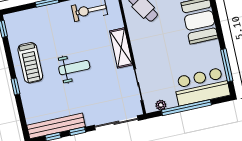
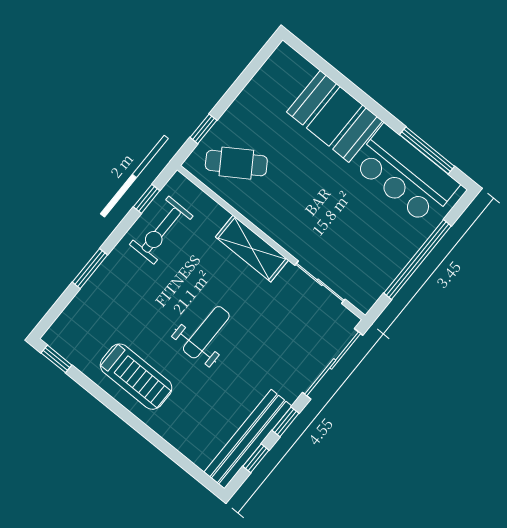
window: (16, 86) -> (142, 429), removed
bar counter: (202, 86) -> (405, 175), moved, turned -90
plant: (161, 105) -> (377, 286), removed

